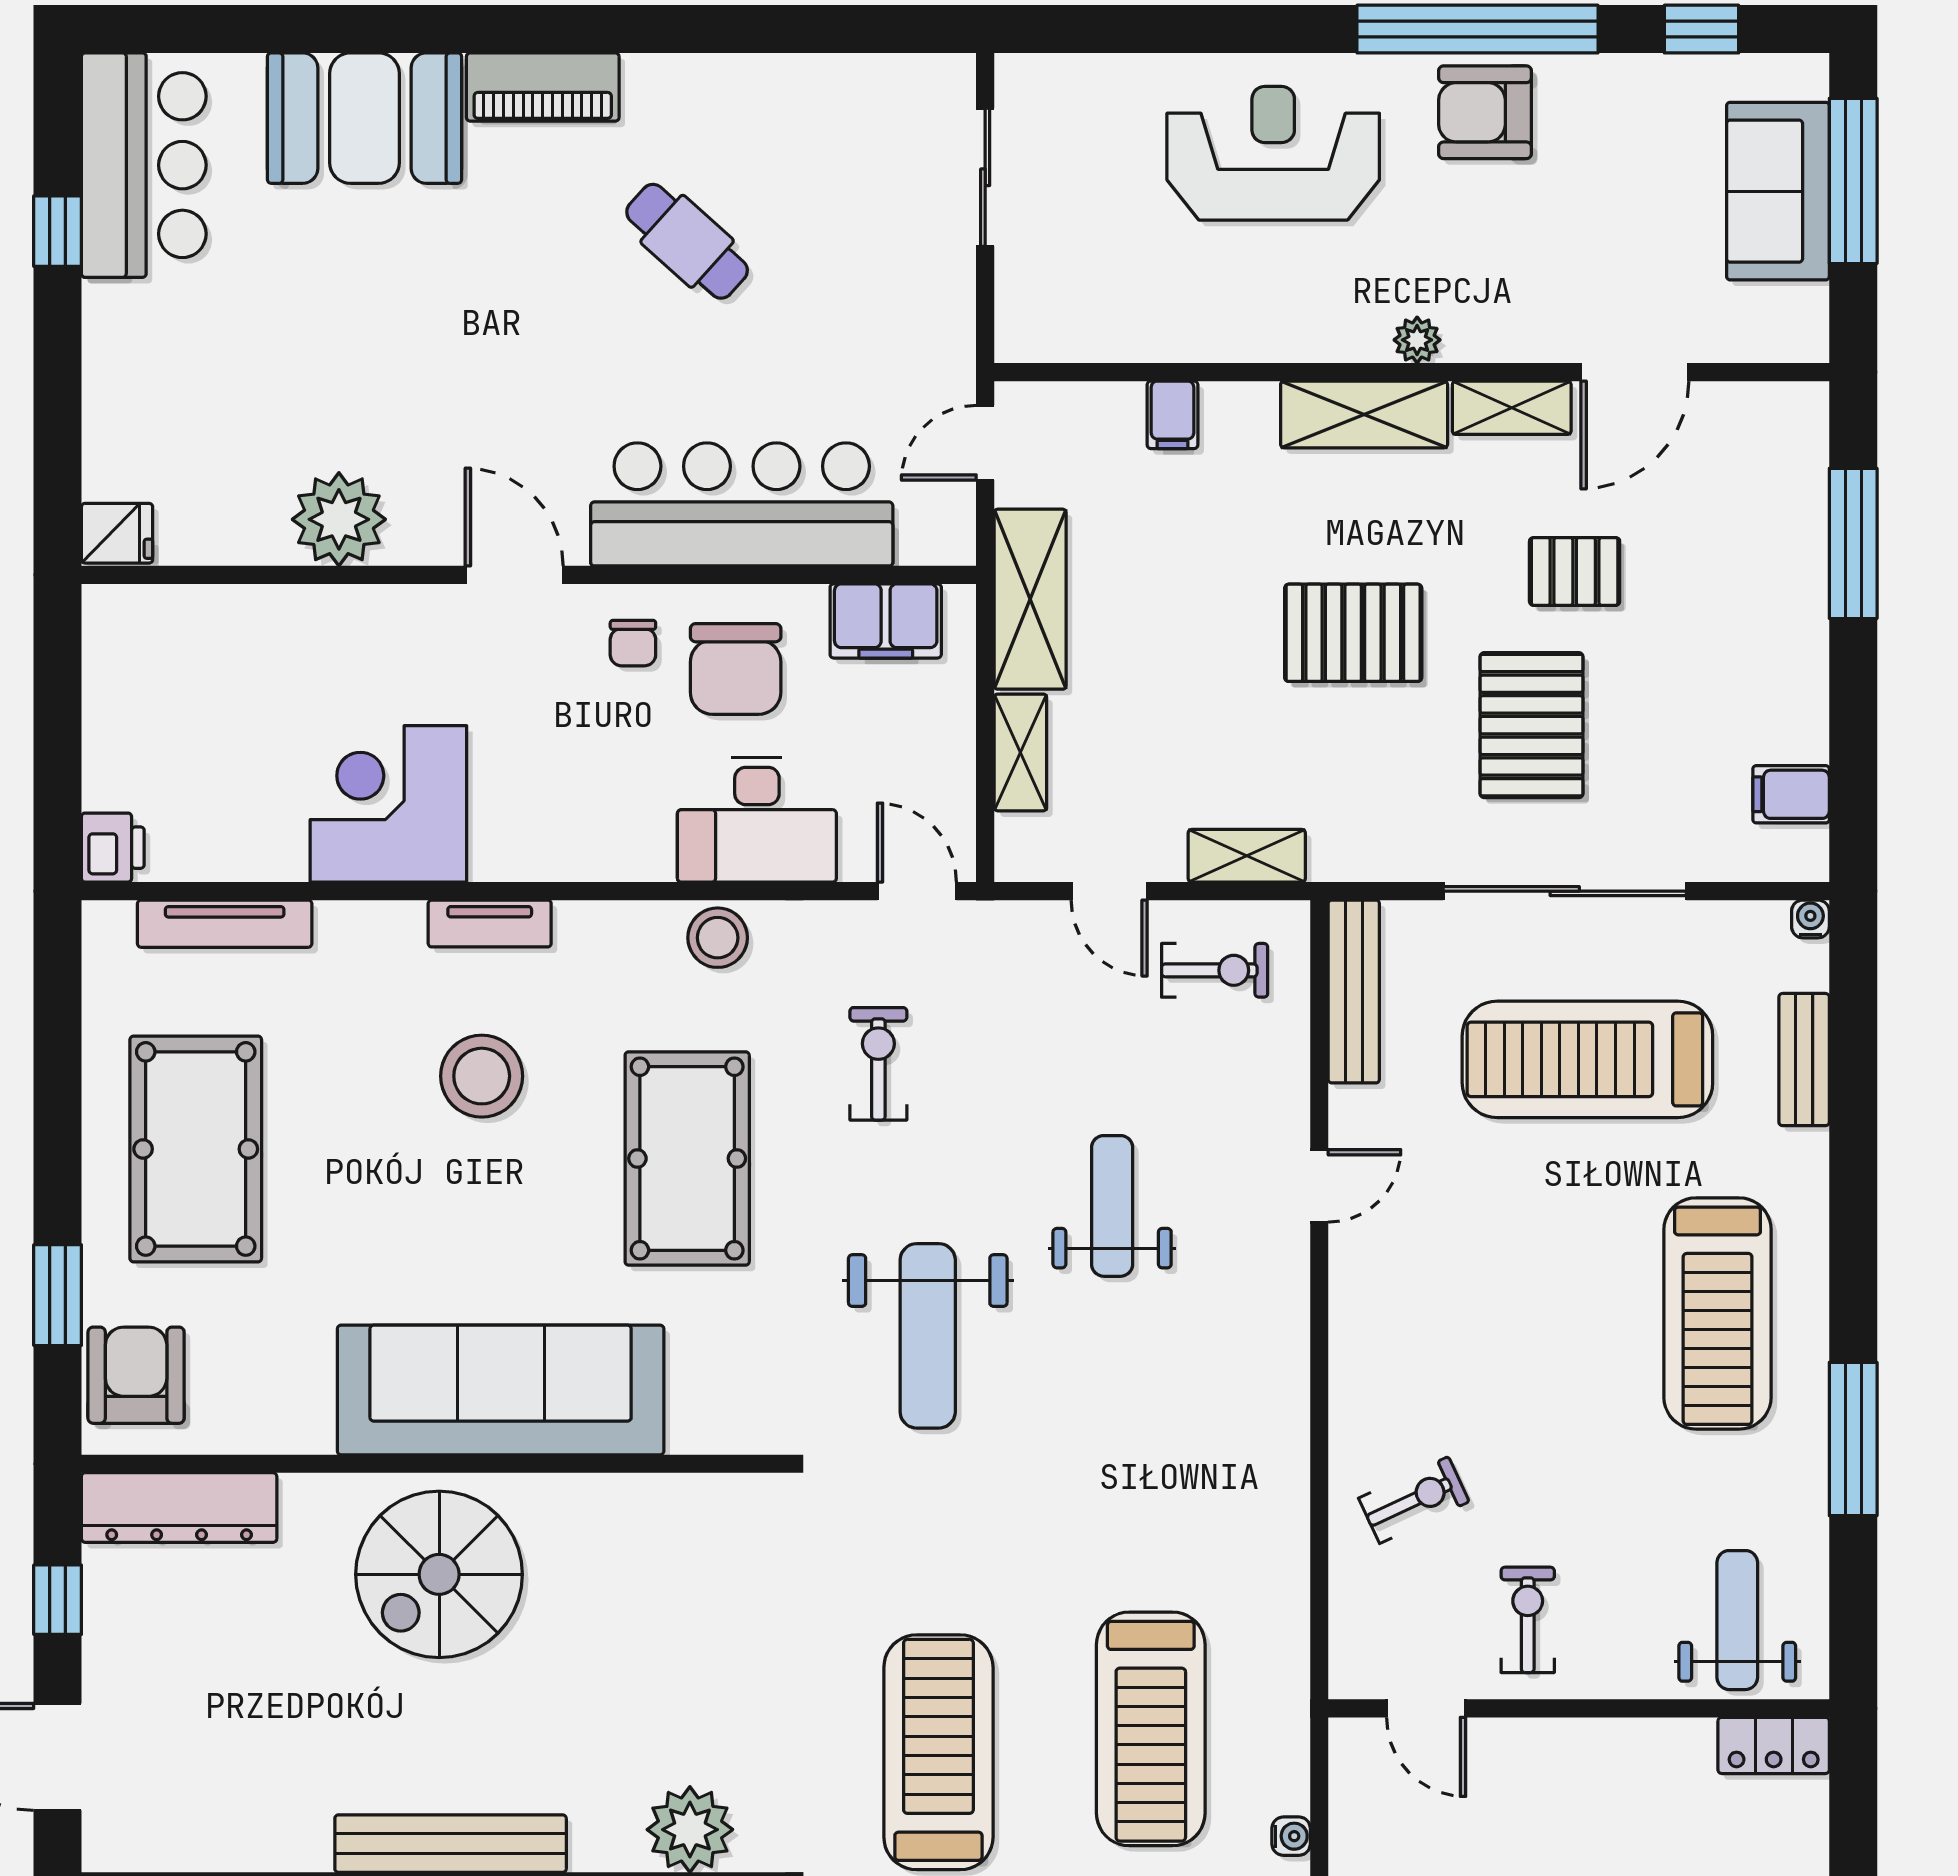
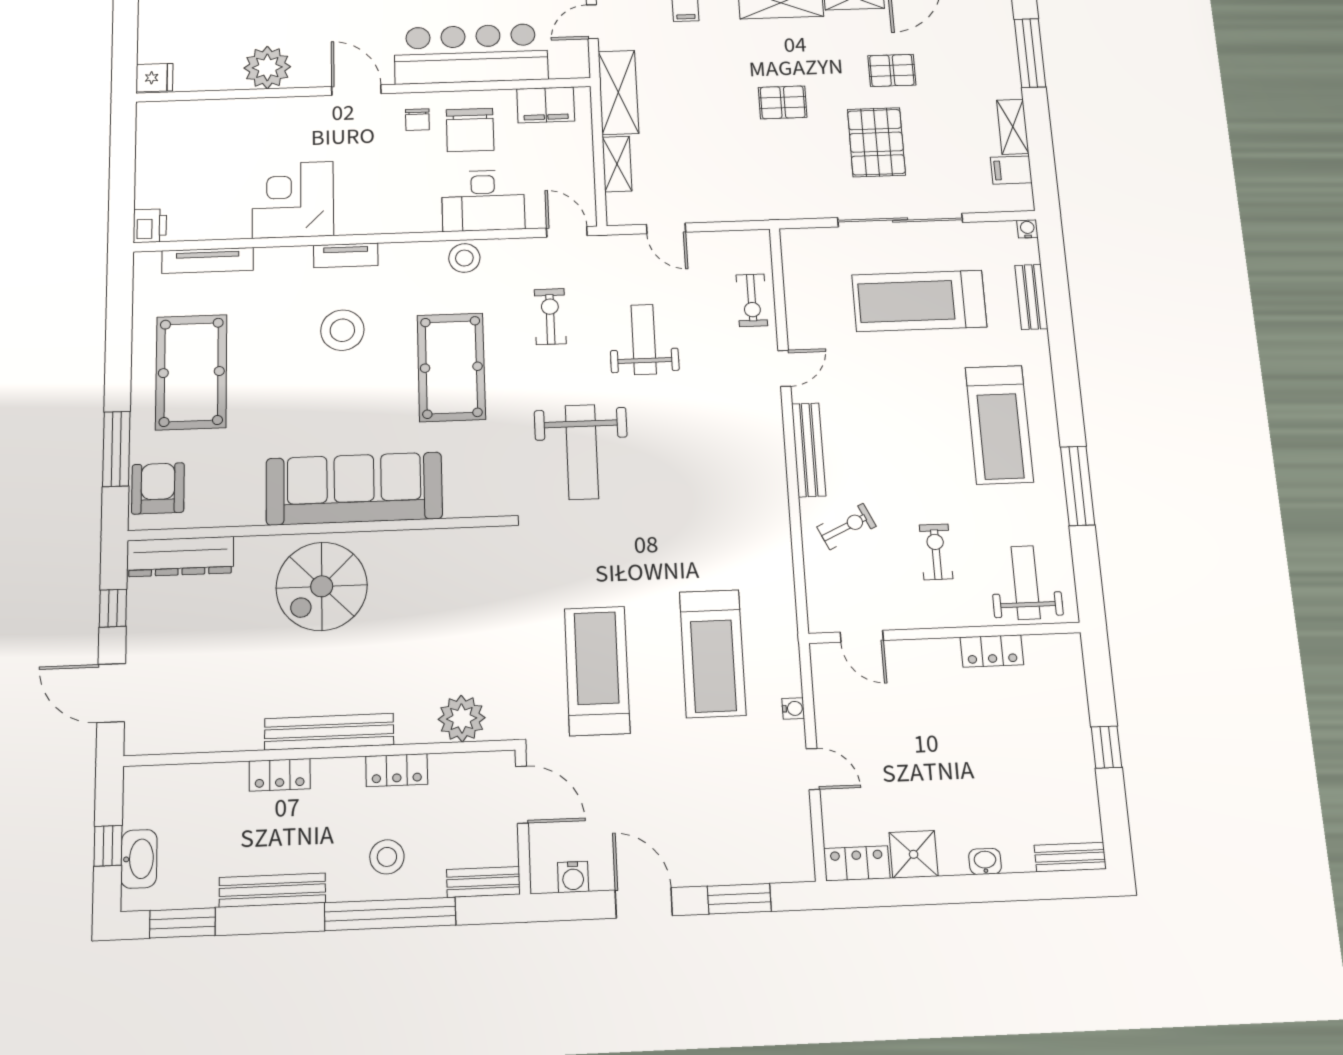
pallet: (1353, 633) -> (783, 102), width x0.67, depth x0.71
shelving: (1247, 856) -> (1013, 127), moved, turned 90
exercise bike: (1215, 970) -> (752, 300), moved, turned 90
bench: (1354, 992) -> (809, 450), moved
weight bench: (1112, 1206) -> (644, 339), moved
window: (58, 1295) -> (116, 449), width x1.44
exercise bike: (1528, 1620) -> (936, 552), moved
locker: (1774, 1745) -> (992, 651), moved

